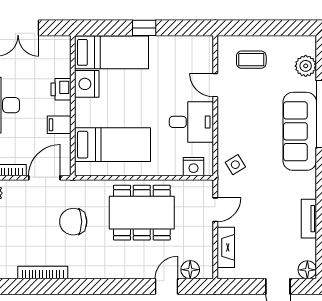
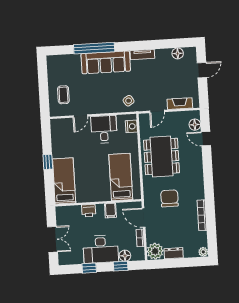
plant: (306, 66) -> (65, 61), removed
nightstand: (87, 84) -> (84, 195), removed
door: (215, 210) -> (157, 111), swing flipped
tv unit: (309, 219) -> (142, 55), moved
chair: (73, 222) -> (170, 198), turned 180
floor lamp: (307, 270) -> (178, 53), moved

